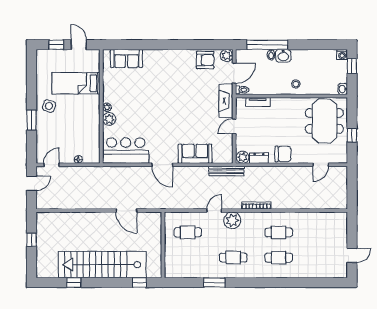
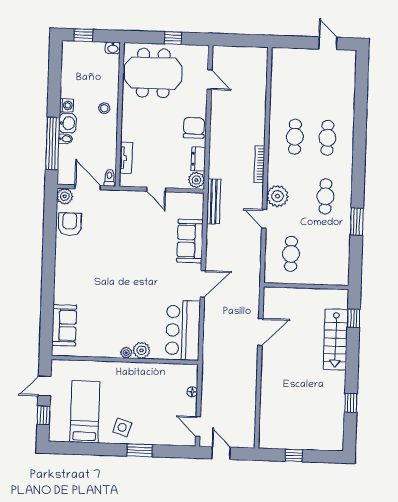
washing machine: (342, 55) -> (66, 105), moved
bed: (76, 83) -> (85, 412), moved, turned 180
fireplace: (226, 101) -> (123, 199), removed
stairs: (102, 265) -> (336, 340), width x0.54, depth x0.66

